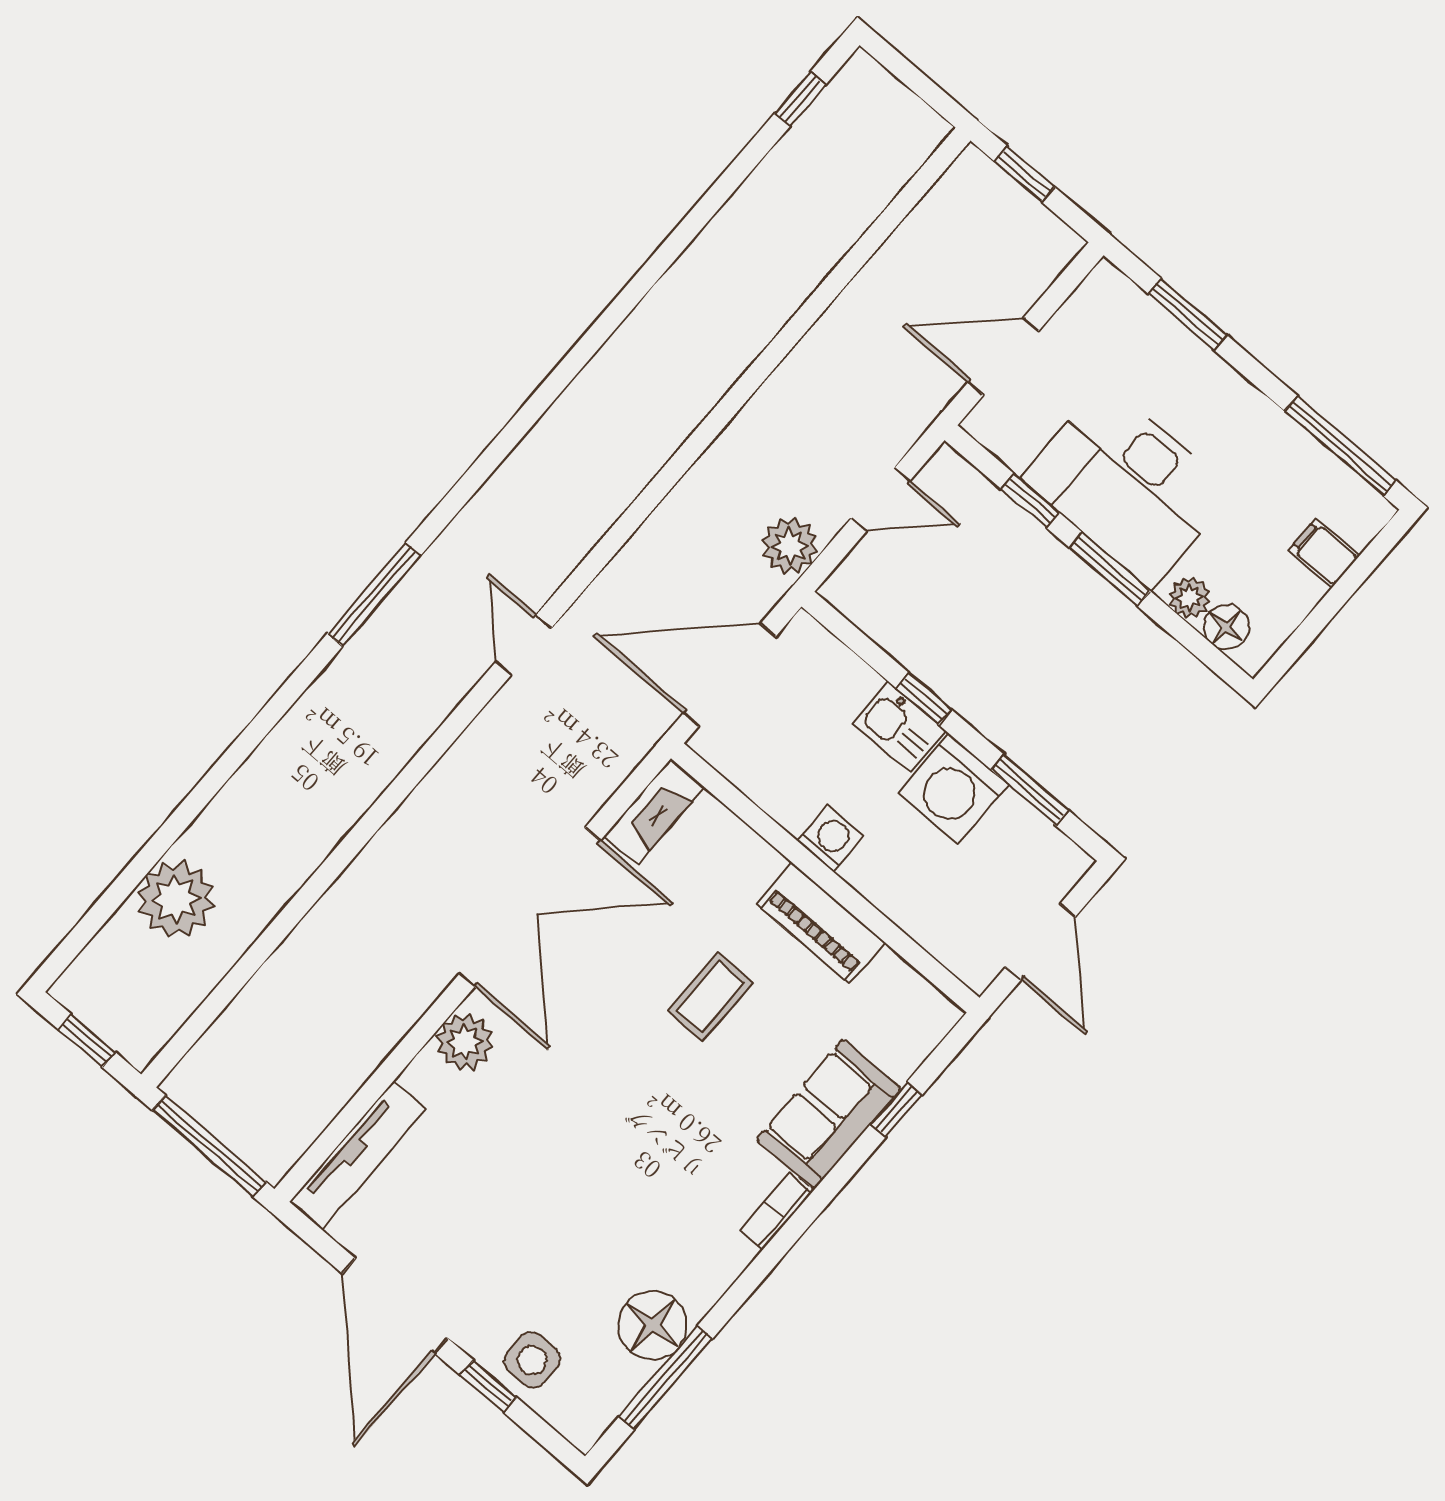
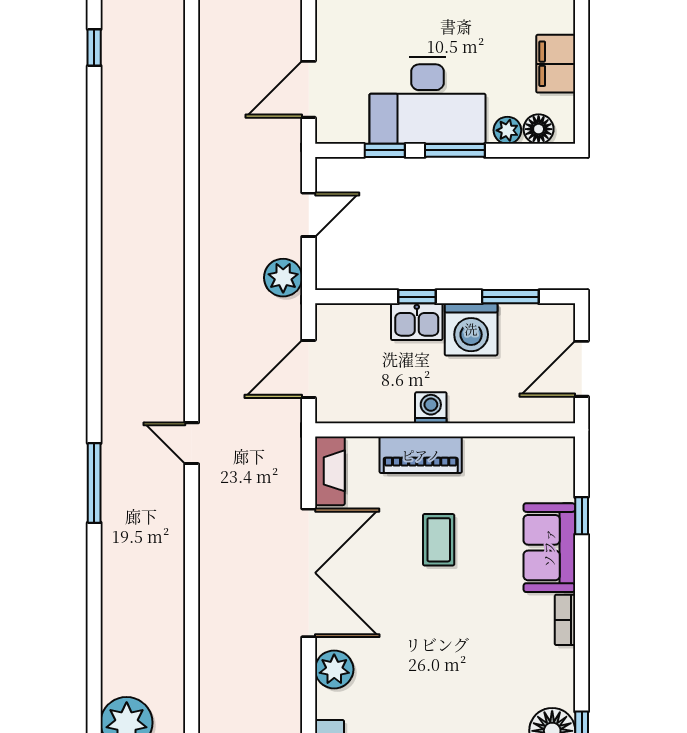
filing cabinet: (1324, 553) -> (556, 64), width x2.00
door: (730, 675) -> (309, 369), width x0.73
piano: (821, 923) -> (421, 455), moved
door: (1040, 942) -> (582, 369), swing flipped

